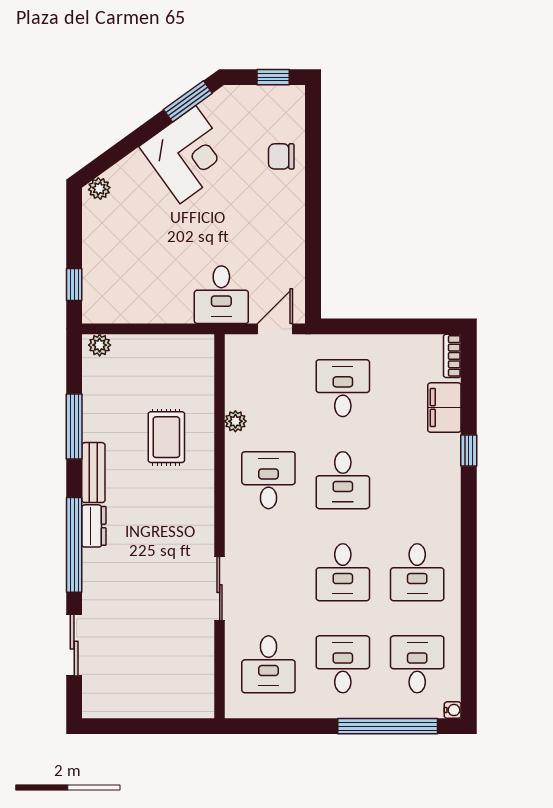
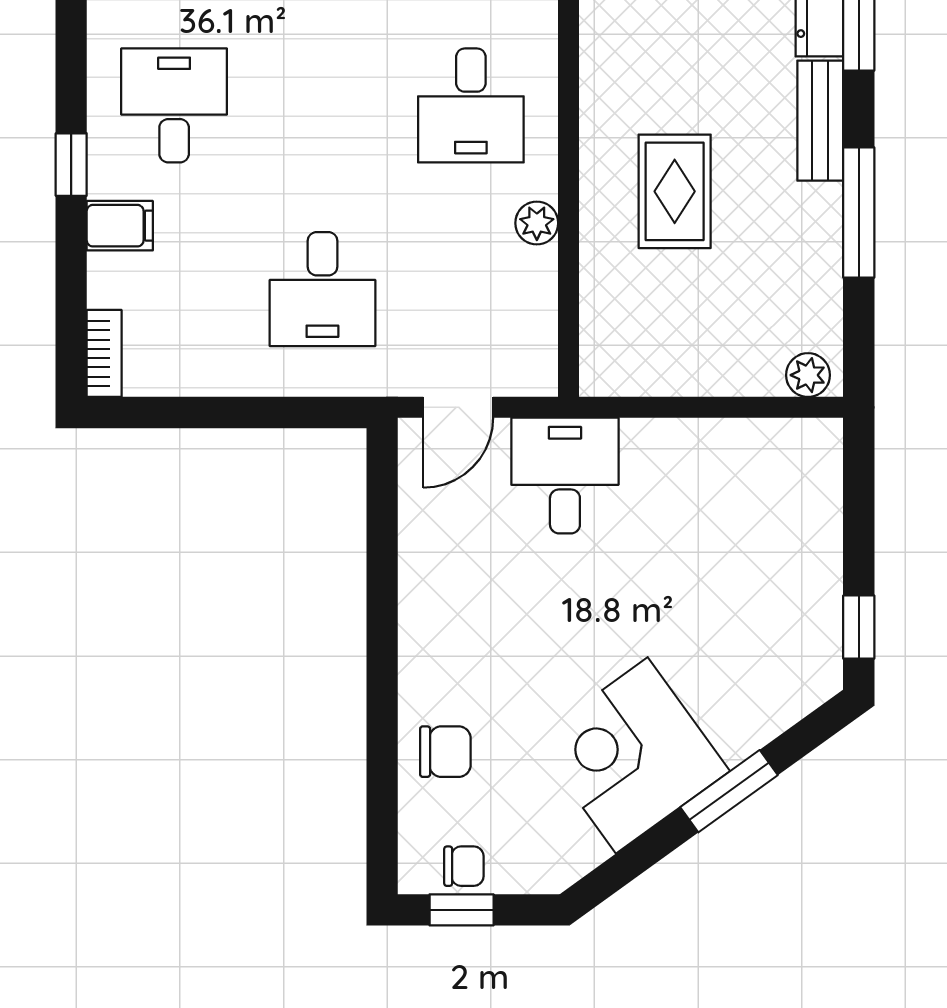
chair: (272, 99) -> (464, 866), added
window: (188, 101) -> (729, 791), moved
plant: (99, 188) -> (809, 688), removed
window: (74, 285) -> (859, 627), moved
filing cabinet: (444, 408) -> (120, 226), width x0.50
desk: (343, 480) -> (174, 105), moved

